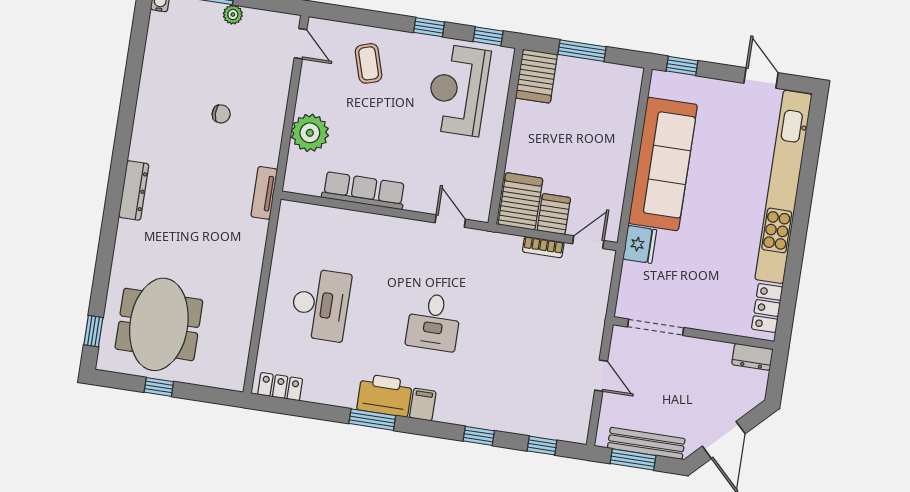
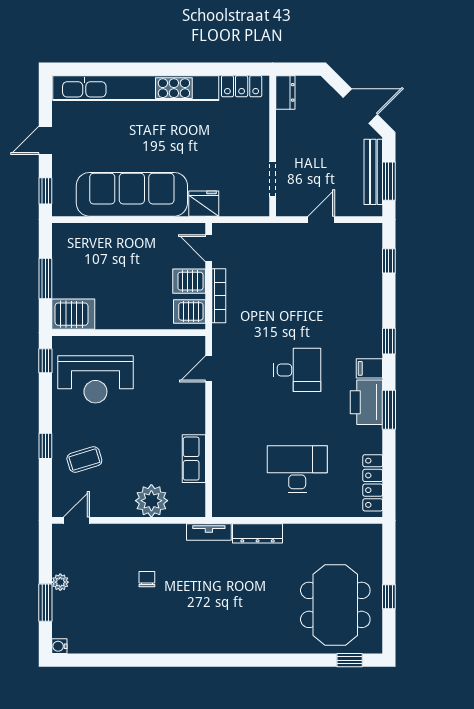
window: (429, 27) -> (45, 446), moved
door: (761, 78) -> (45, 140), moved
dresser: (134, 190) -> (258, 533), moved, turned 180
row of seats: (364, 191) -> (194, 459), width x0.68
server rack: (520, 201) -> (190, 311), width x0.73, depth x0.70
bookcase: (543, 247) -> (219, 296), width x1.56
meeting table: (159, 324) -> (335, 605), turned 90
doorway: (656, 327) -> (273, 179), width x0.73
locker: (280, 387) -> (373, 483), width x1.53
window: (479, 436) -> (389, 341), moved

